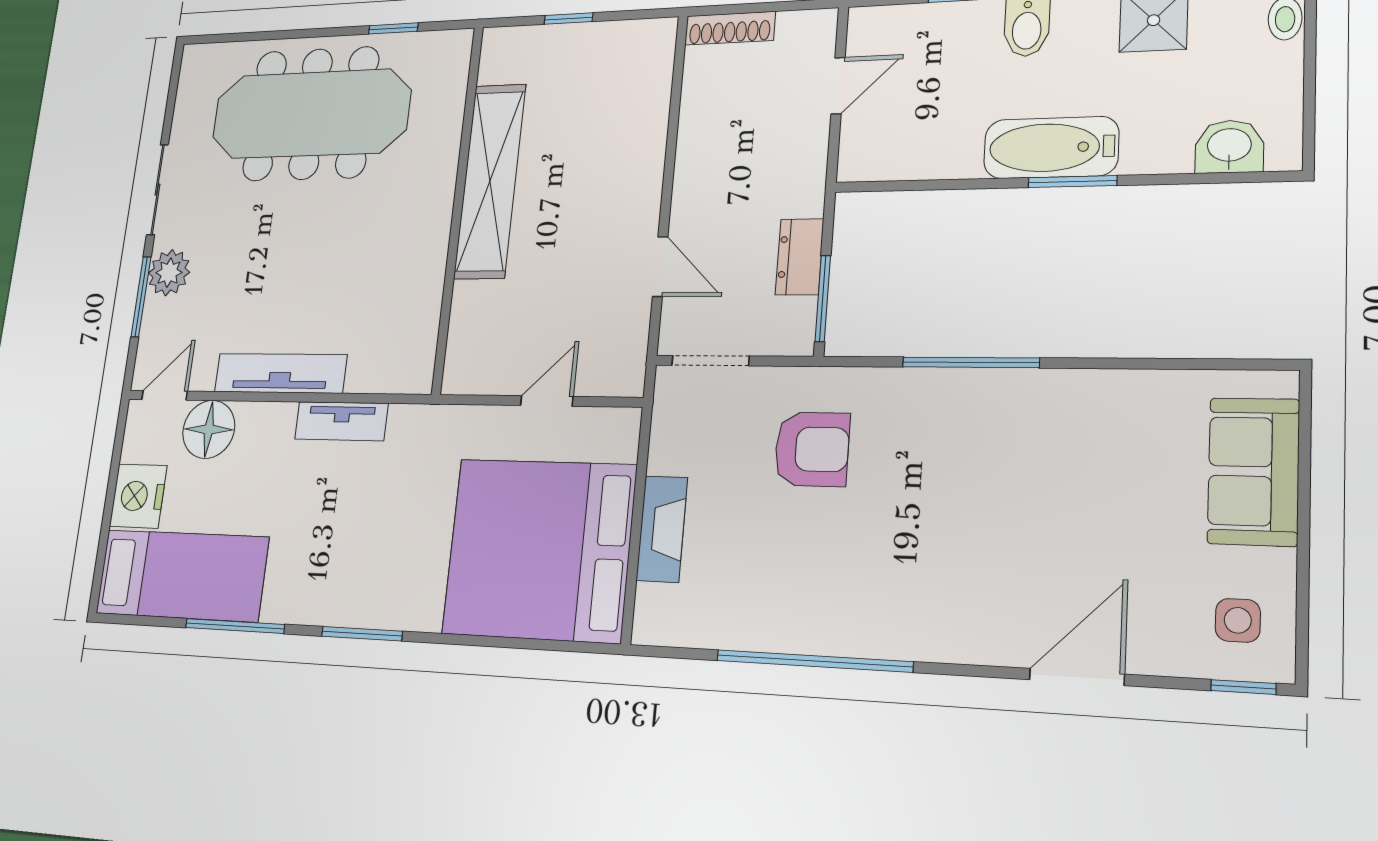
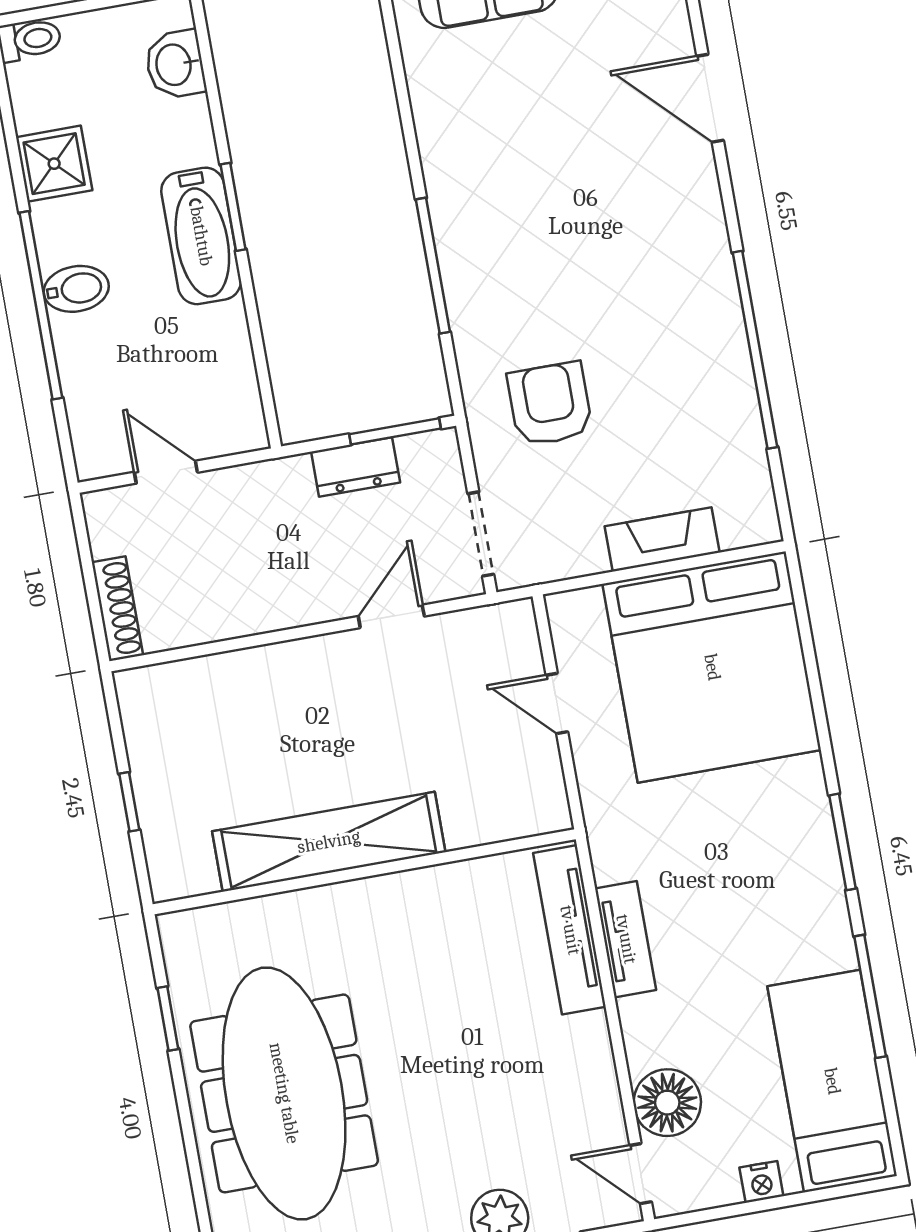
tv unit: (280, 373) -> (570, 930), moved
nightstand: (138, 496) -> (761, 1182), width x0.53, depth x0.56

